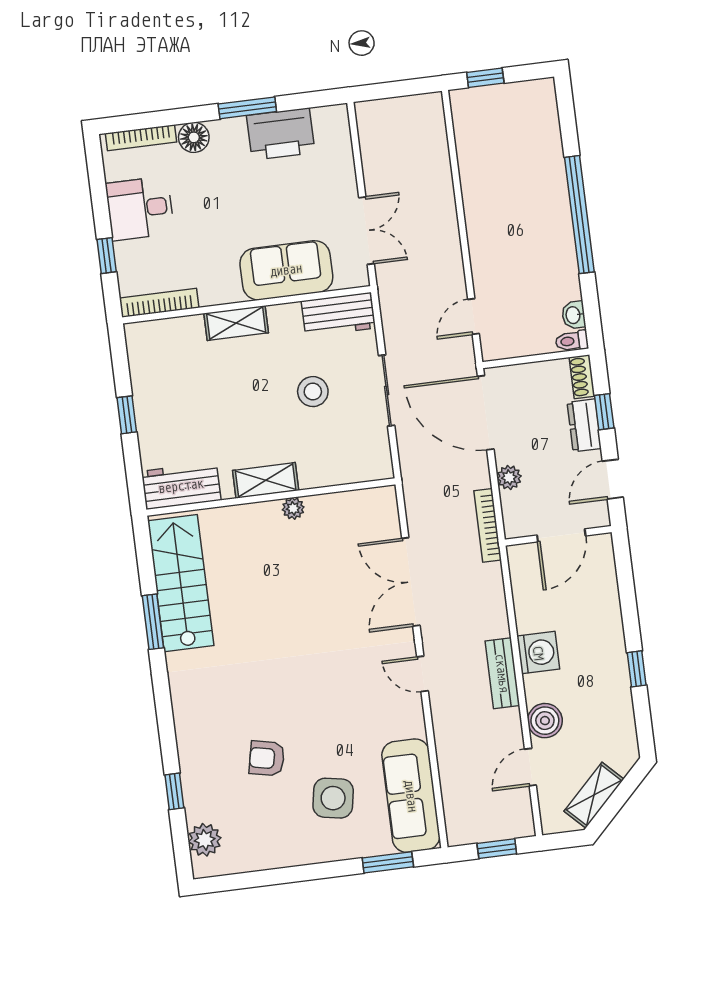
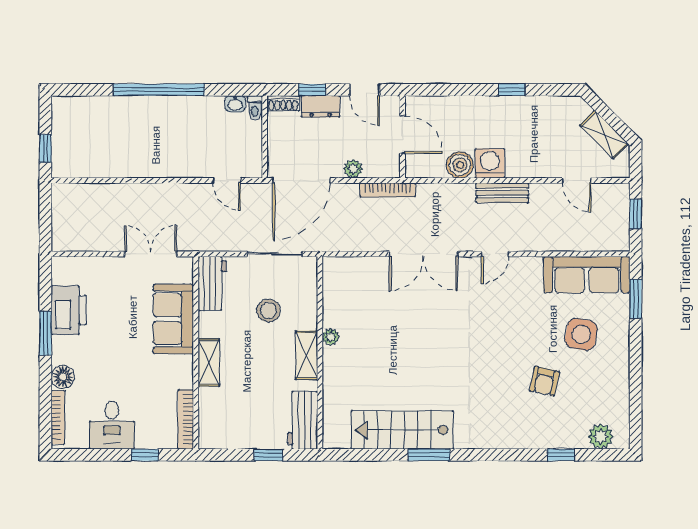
shelving: (266, 480) -> (307, 355), moved
workbench: (181, 486) -> (303, 420), moved
wall: (271, 497) -> (320, 353), moved
plant: (293, 508) -> (331, 337), moved
boiler: (545, 721) -> (460, 165), moved

